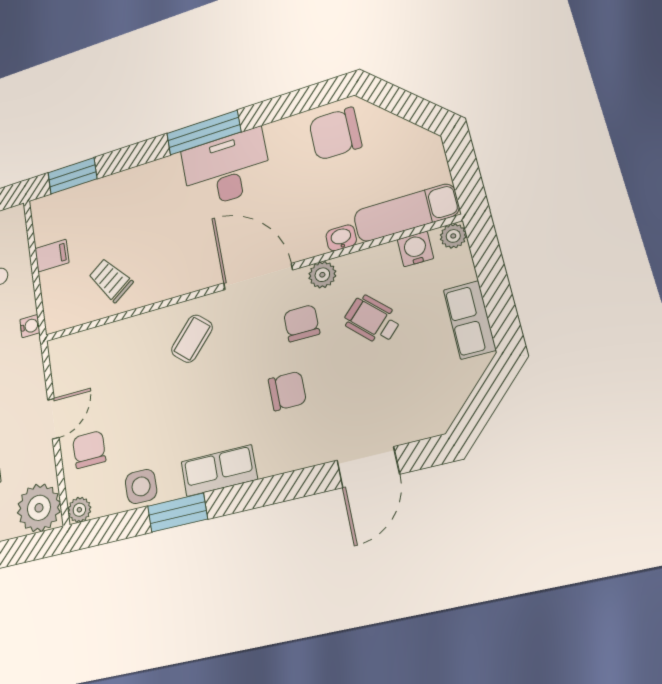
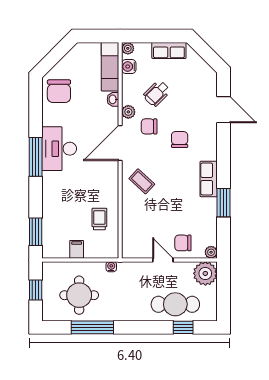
trolley: (110, 280) -> (99, 219), turned 126
side table: (141, 486) -> (207, 219), removed

